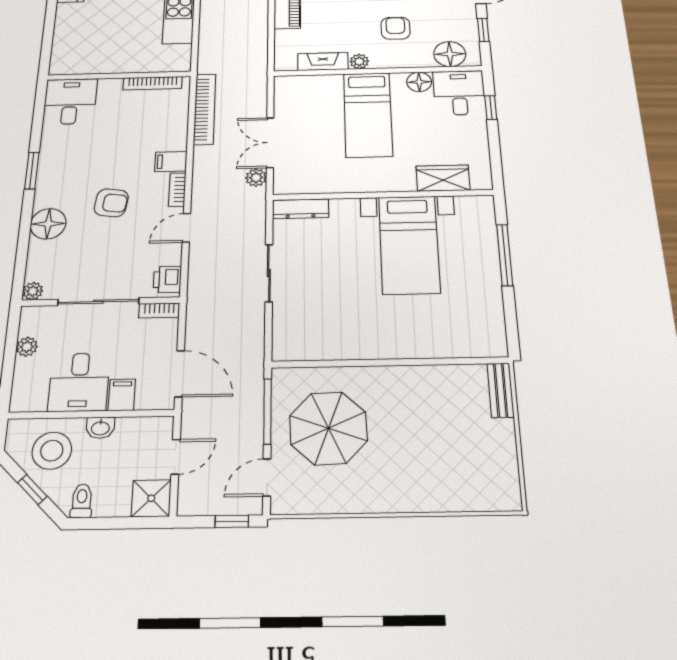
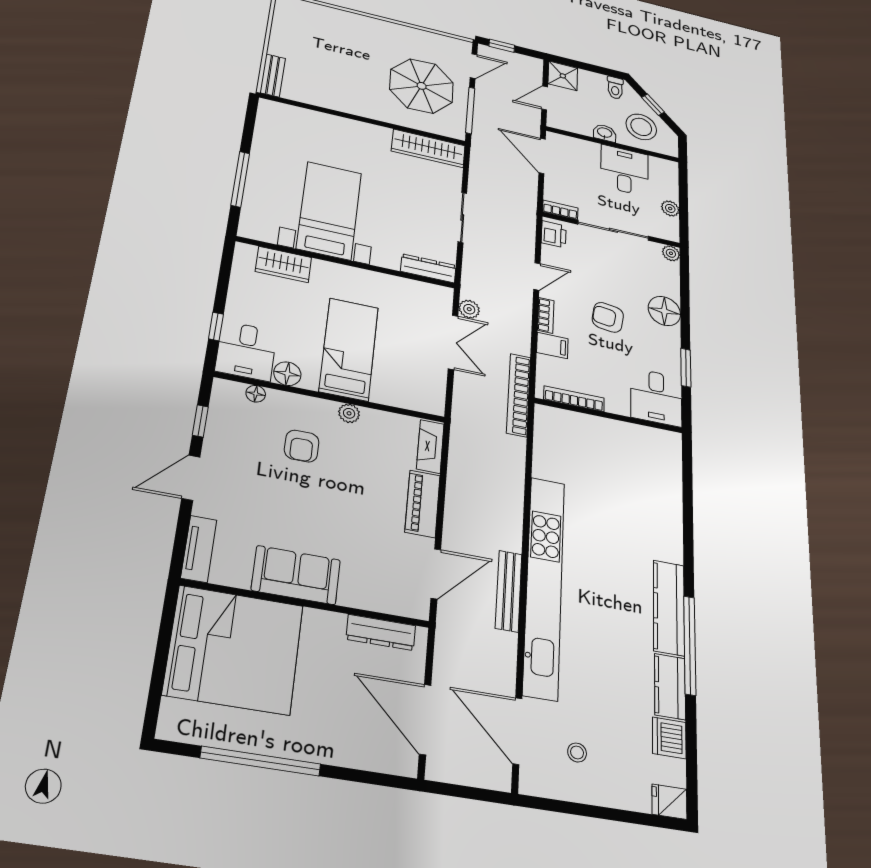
floor lamp: (450, 54) -> (256, 394), width x0.53, depth x0.53
fireplace: (323, 61) -> (430, 446), moved, turned 90
wall: (119, 76) -> (609, 416), moved
bookcase: (153, 83) -> (574, 399), moved
desk: (70, 101) -> (656, 397), moved
wardrobe: (313, 346) -> (428, 148), added
filing cabinet: (122, 395) -> (589, 152), removed

